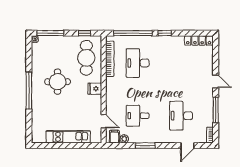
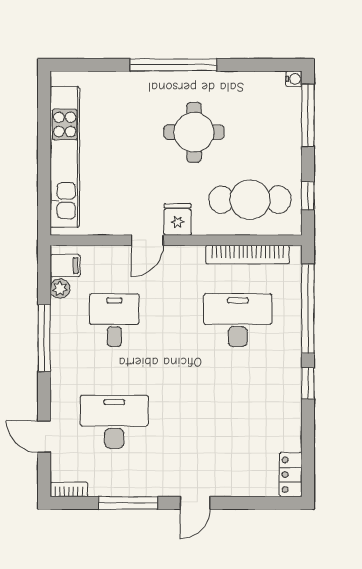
locker: (199, 40) -> (291, 475), width x0.66
door: (104, 121) -> (147, 240), moved
kitchen unit: (68, 137) -> (65, 157), width x1.36
window: (145, 146) -> (44, 338), width x1.44

